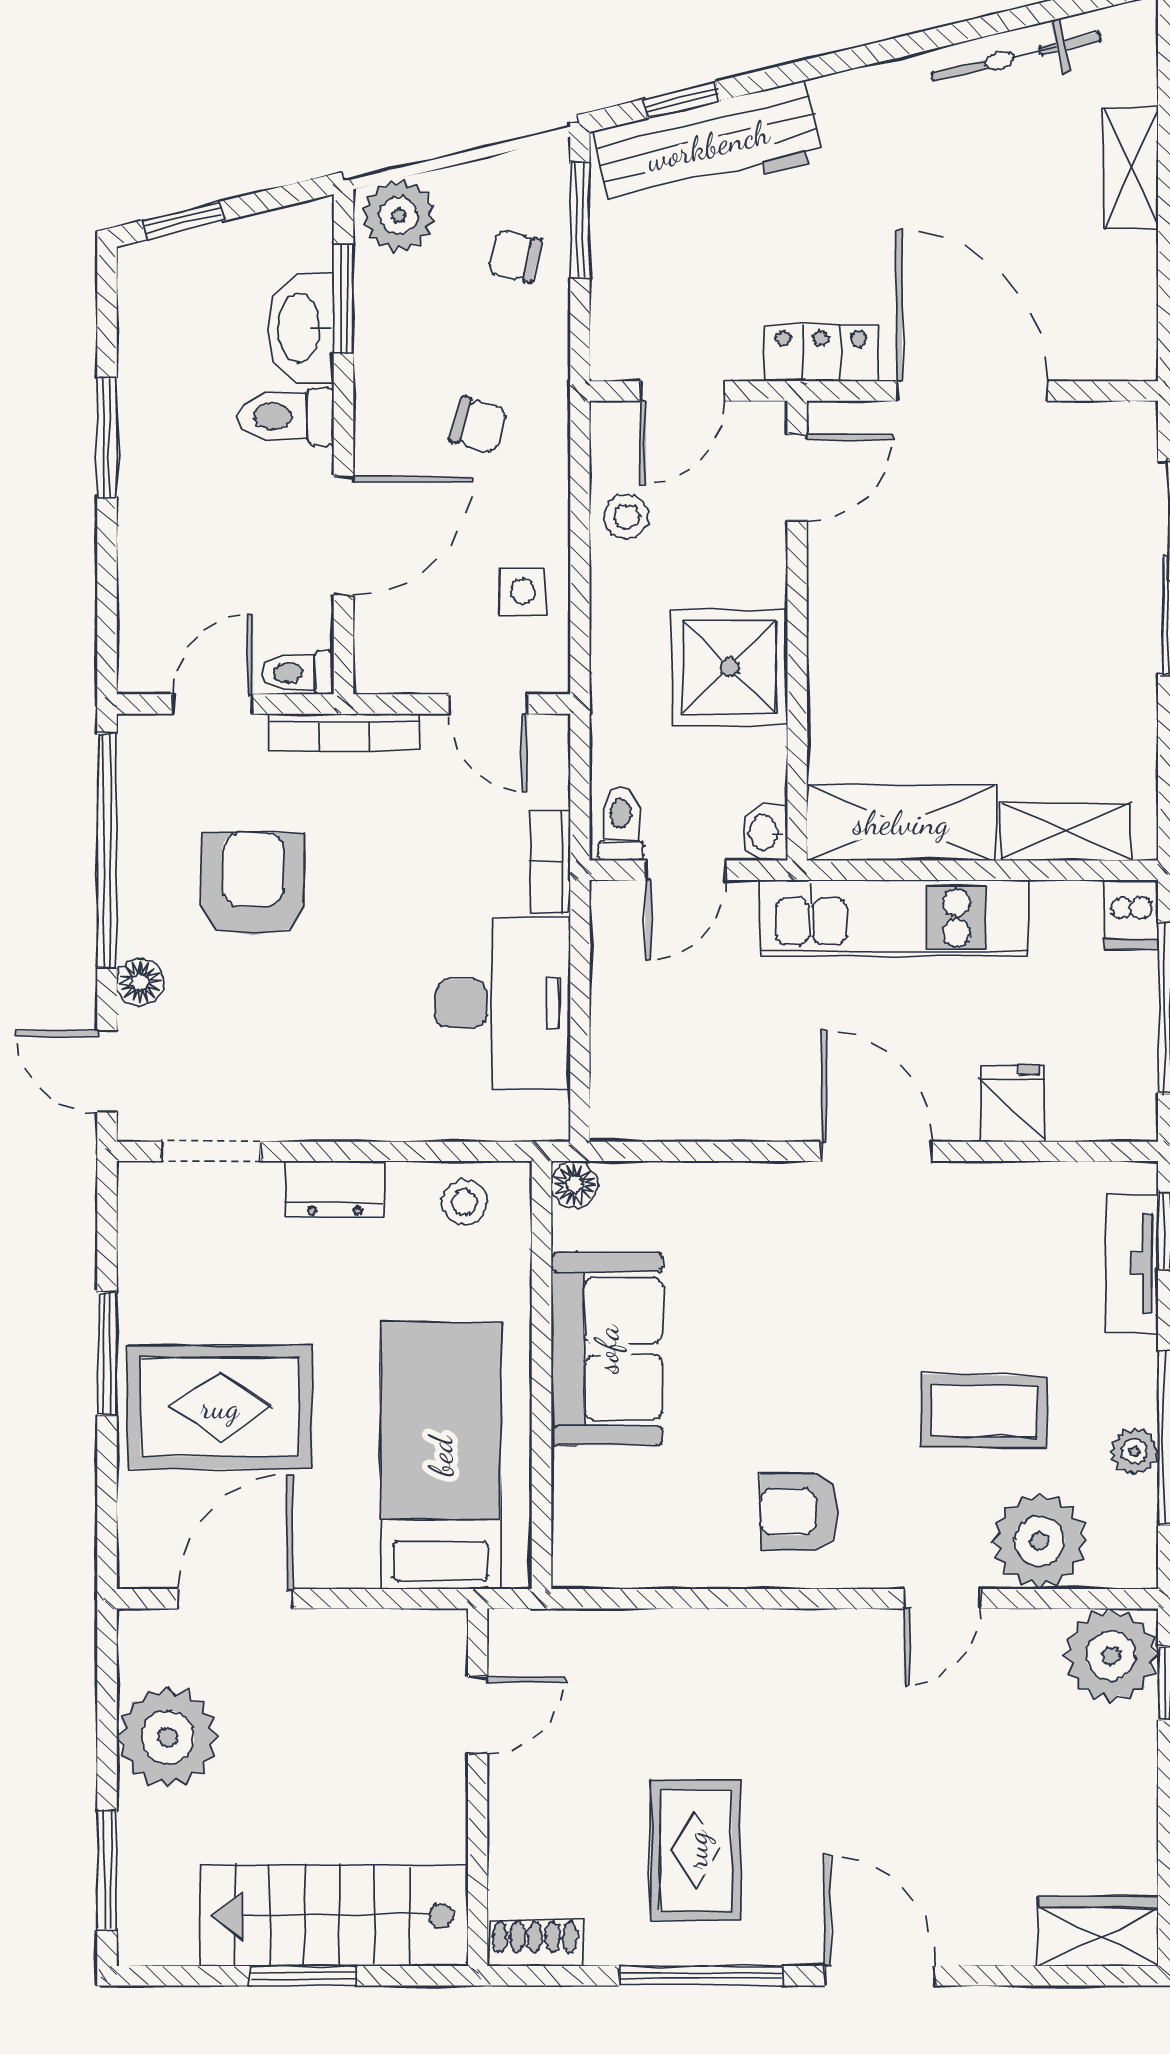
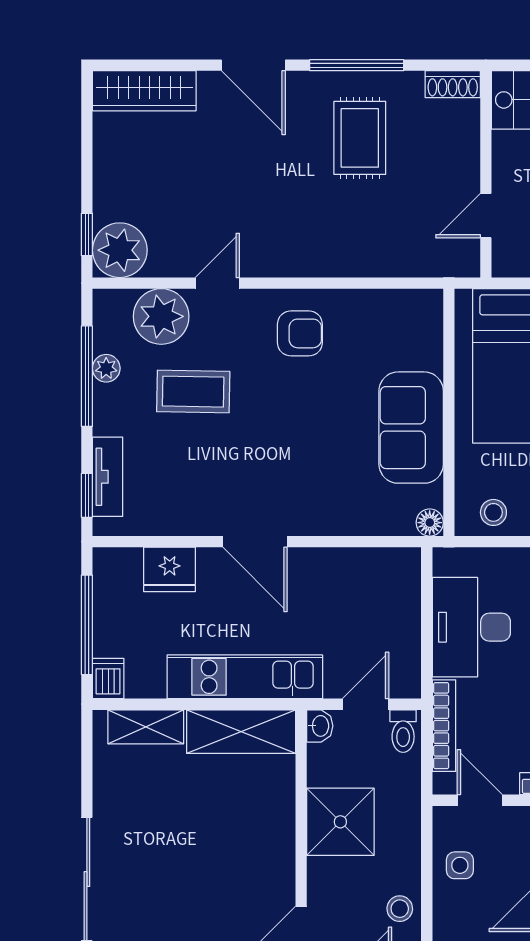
bookcase: (550, 862) -> (444, 726), width x1.56
fridge: (1012, 1103) -> (170, 569), width x1.38
wardrobe: (1098, 1931) -> (144, 91), width x1.50

